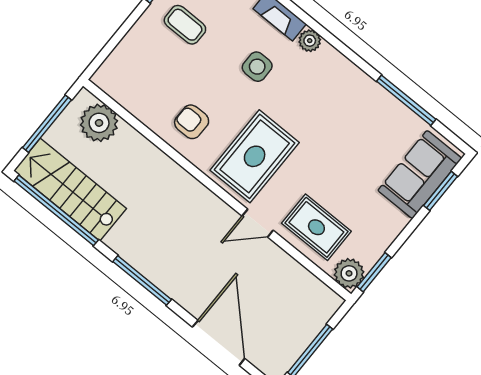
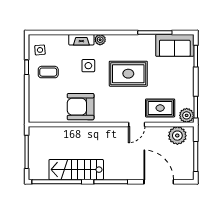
armchair: (192, 122) -> (81, 107), width x1.88, depth x1.88
plant: (99, 123) -> (177, 136), moved
rug: (255, 156) -> (128, 74), moved, turned 90
sofa: (420, 174) -> (175, 45), moved, turned -90
stairs: (70, 190) -> (76, 170), moved

